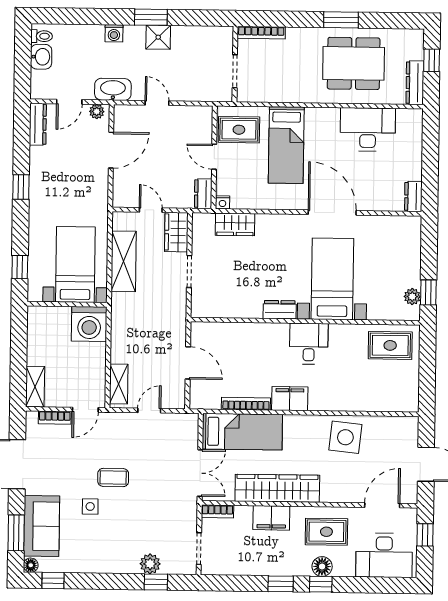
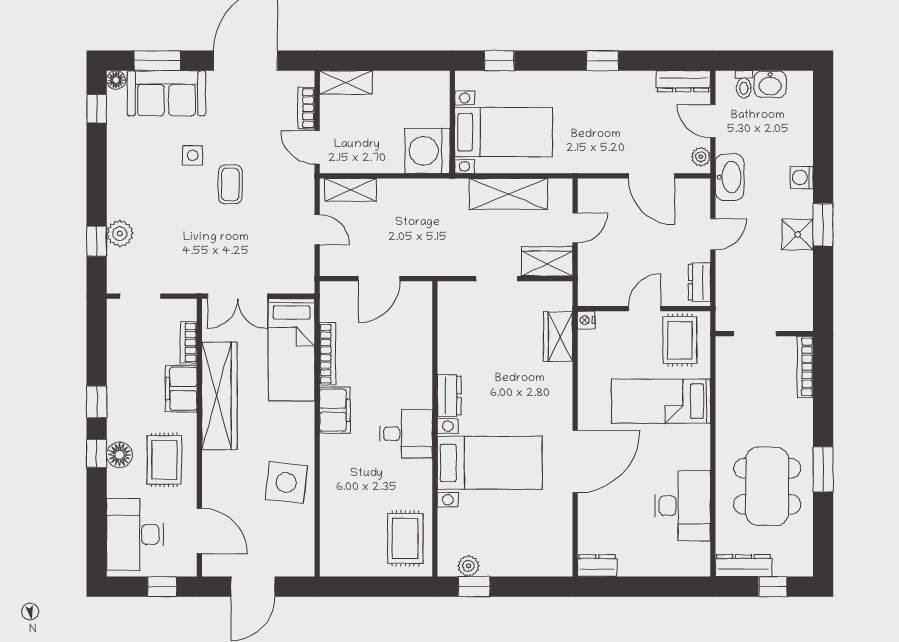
toilet: (42, 36) -> (744, 84), moved
dresser: (203, 194) -> (699, 282), moved, turned -90
bookcase: (217, 511) -> (189, 343), moved

